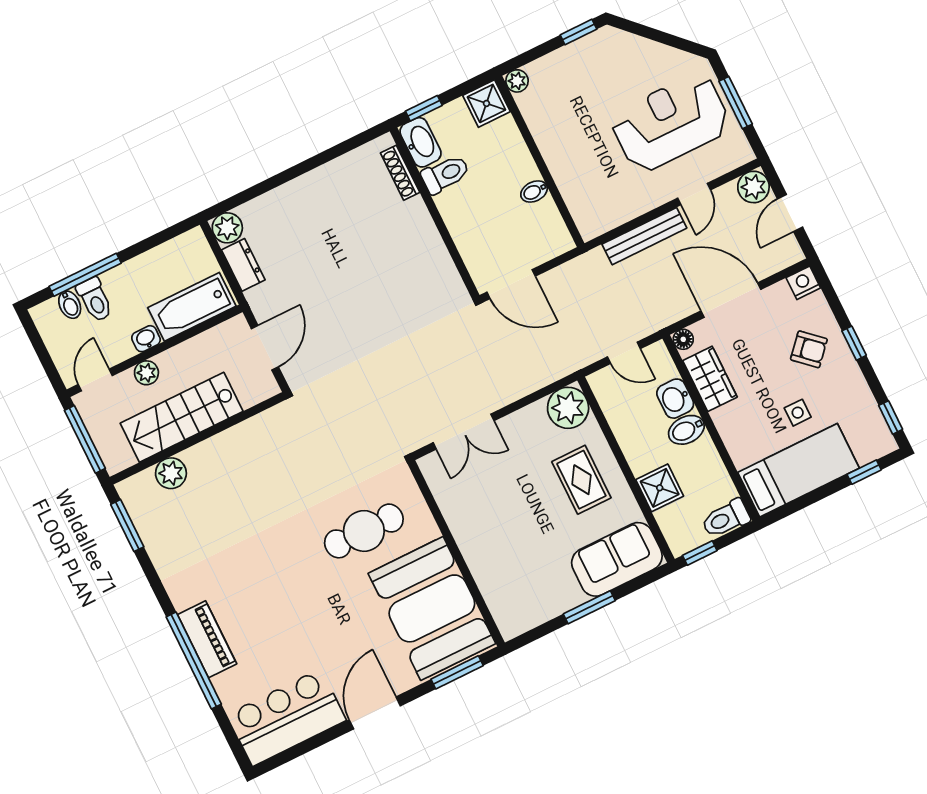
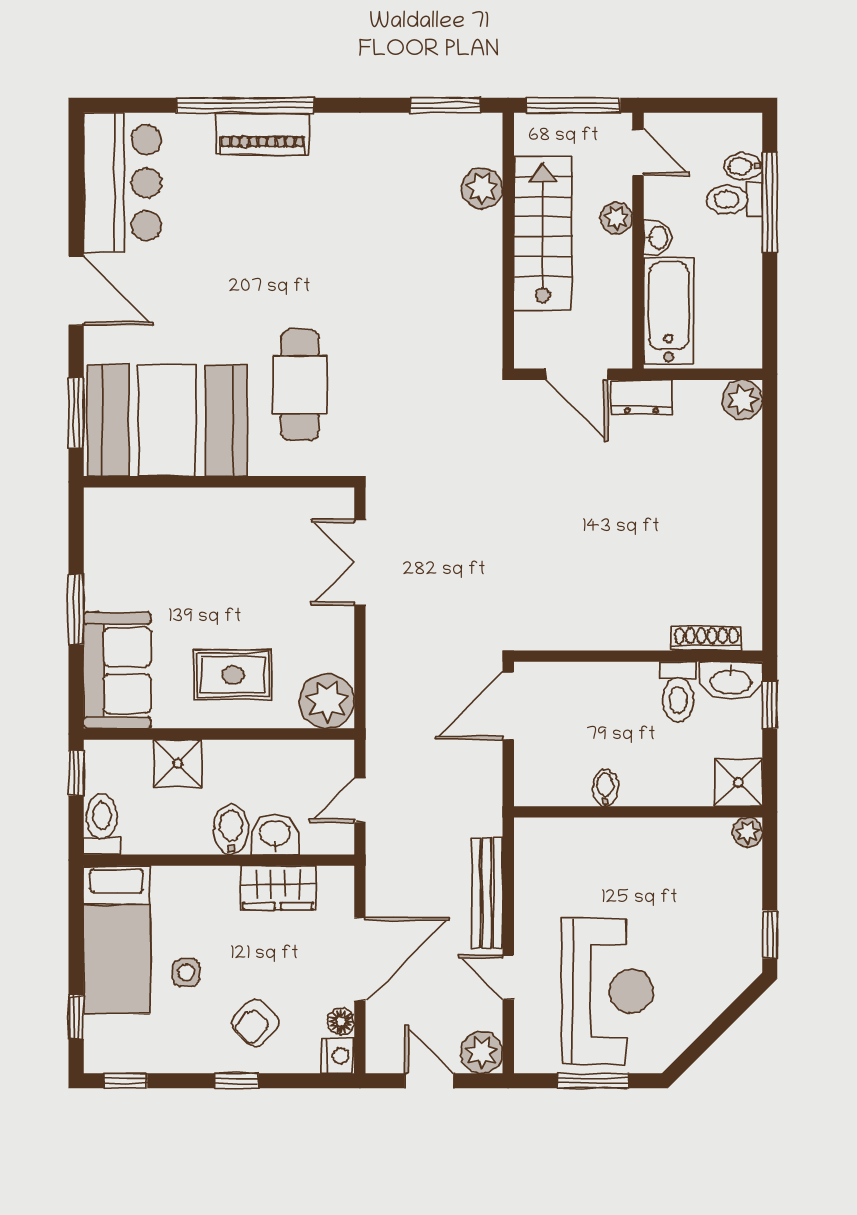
dresser: (243, 265) -> (642, 397), moved
floor lamp: (683, 339) -> (341, 1022), moved

